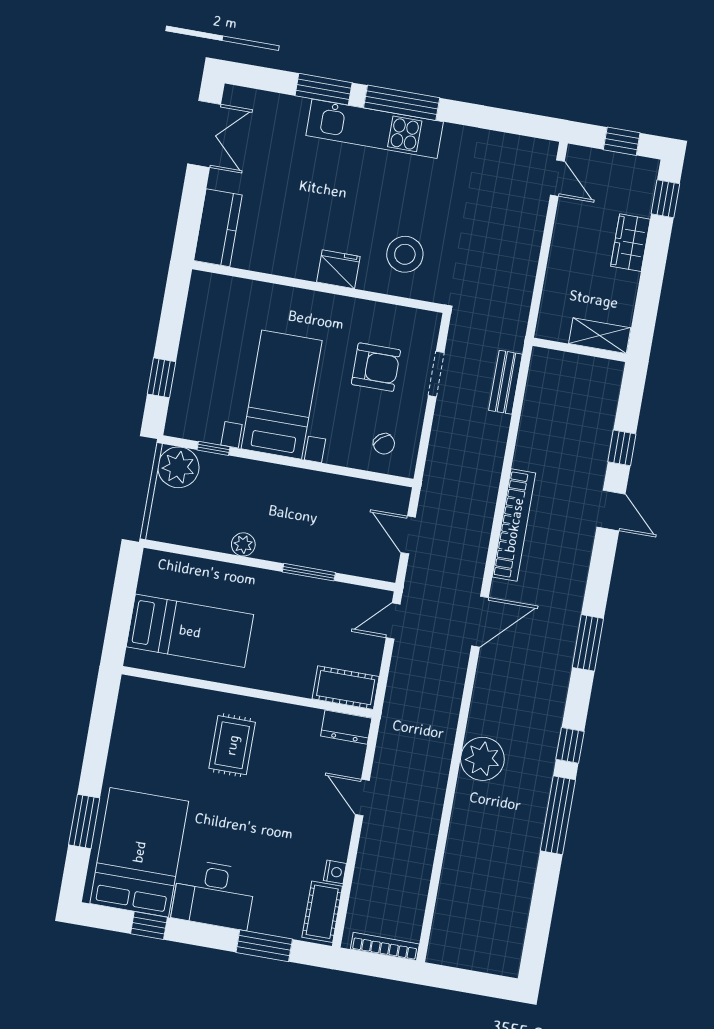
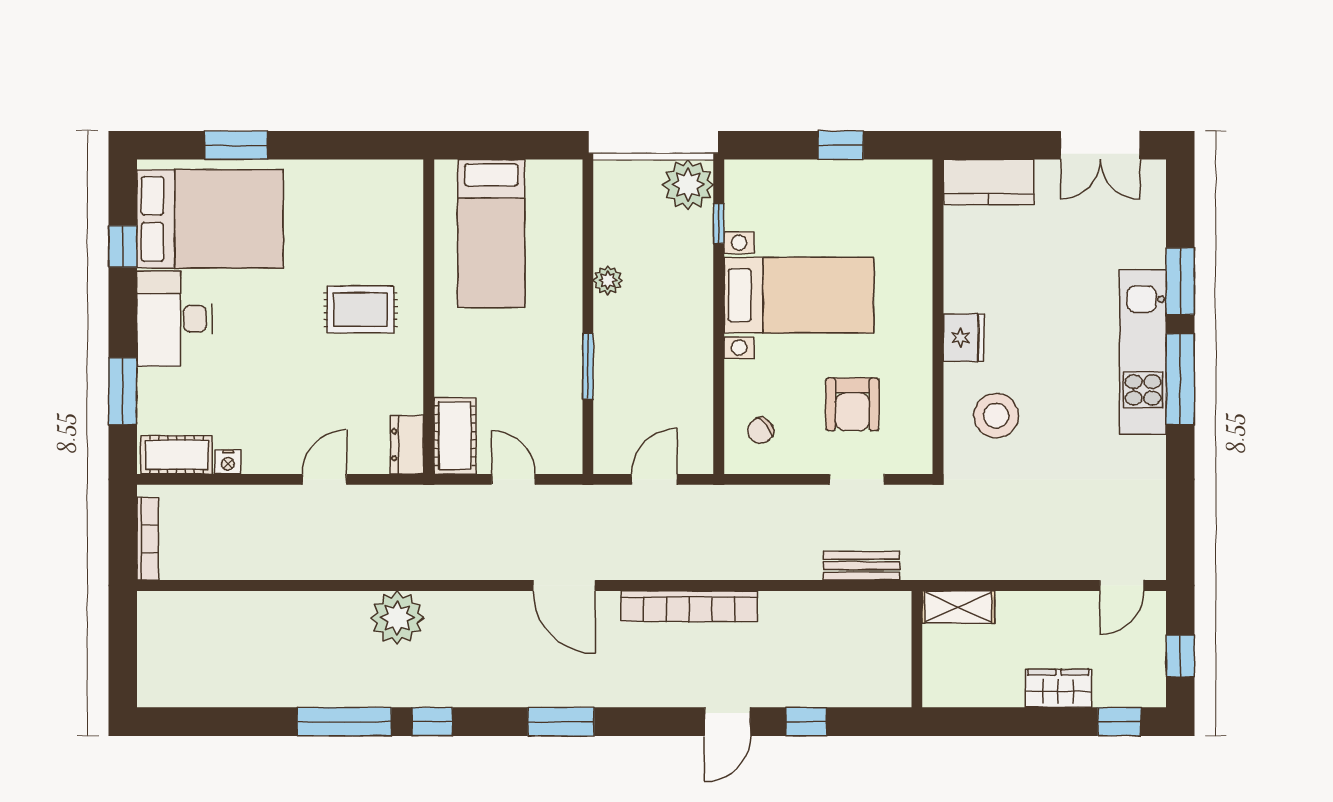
shelving: (600, 336) -> (958, 607), moved, turned 90
window: (162, 378) -> (841, 145), moved
door: (393, 621) -> (513, 479), moved

